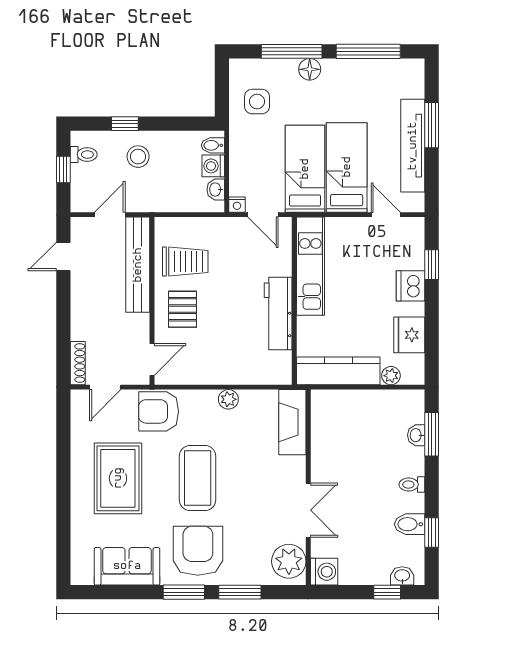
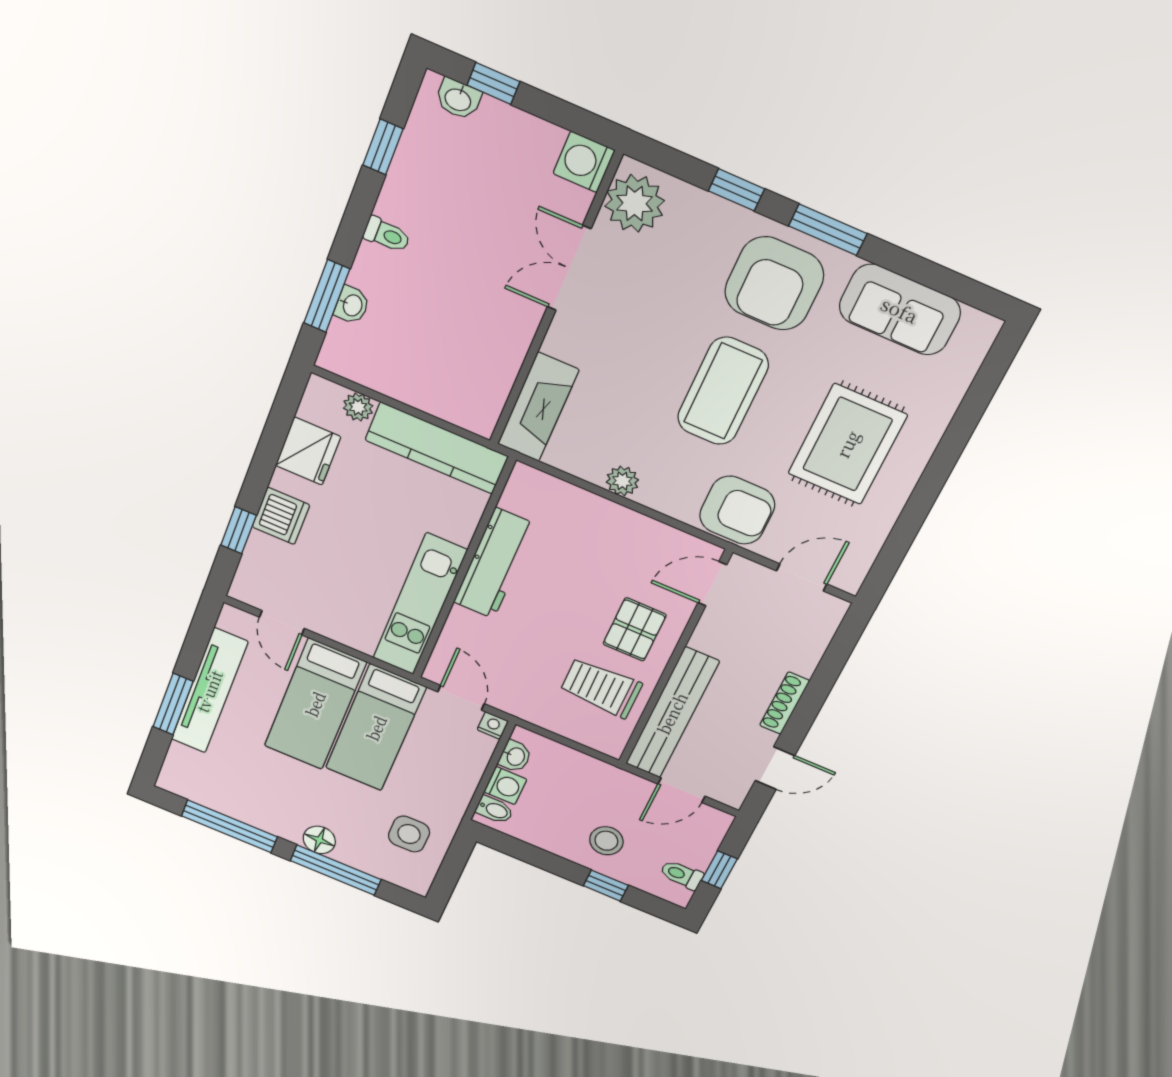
shoe rack: (78, 363) -> (785, 703), moved
bidet: (410, 524) -> (414, 176), removed
window: (240, 592) -> (736, 190), width x0.67

